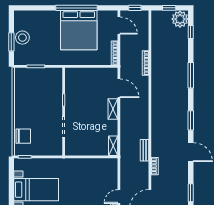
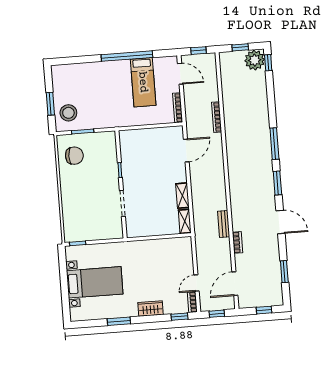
bed: (79, 30) -> (143, 82), width x0.49
window: (191, 32) -> (268, 63), moved
stool: (22, 38) -> (68, 113), moved
window: (191, 75) -> (274, 144), moved
door: (119, 88) -> (186, 150), hinge flipped
shelving: (113, 109) -> (182, 196), moved
chair: (23, 136) -> (74, 156), moved

